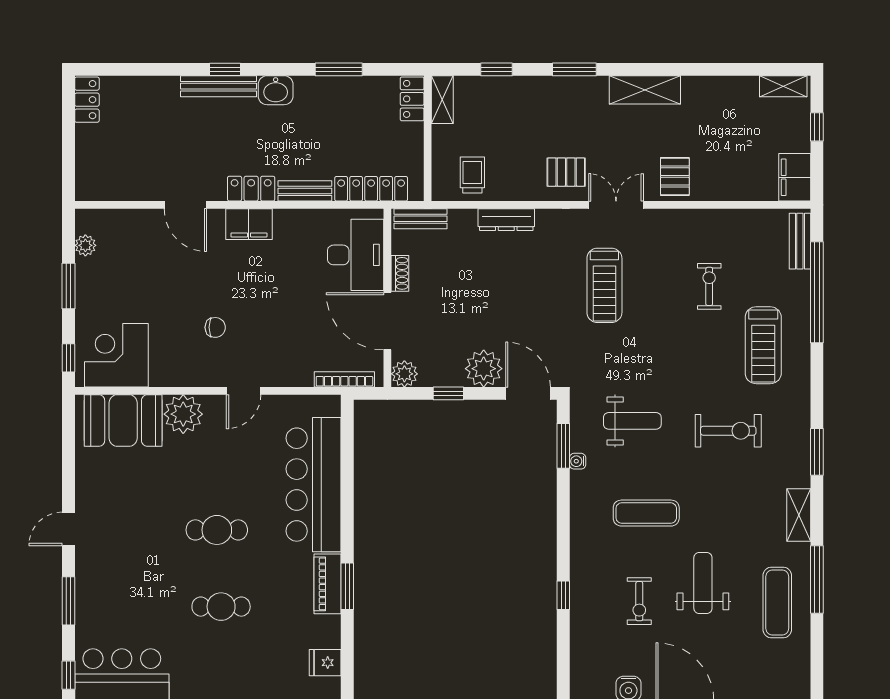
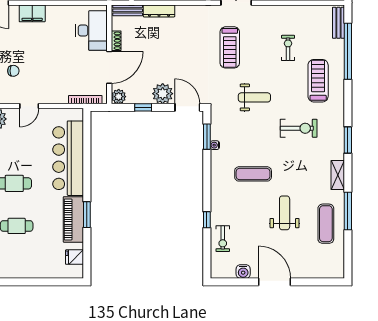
dresser: (506, 220) -> (159, 11), moved
door: (387, 321) -> (109, 67), swing flipped
treadmill: (763, 345) -> (318, 81), turned 180
weight bench: (632, 421) -> (254, 97), moved
piano: (328, 584) -> (73, 219), width x1.37, depth x1.33
exercise bike: (639, 601) -> (223, 239), moved

